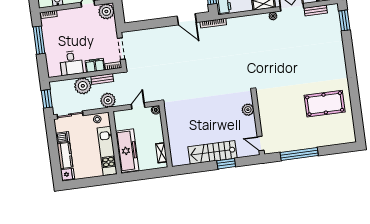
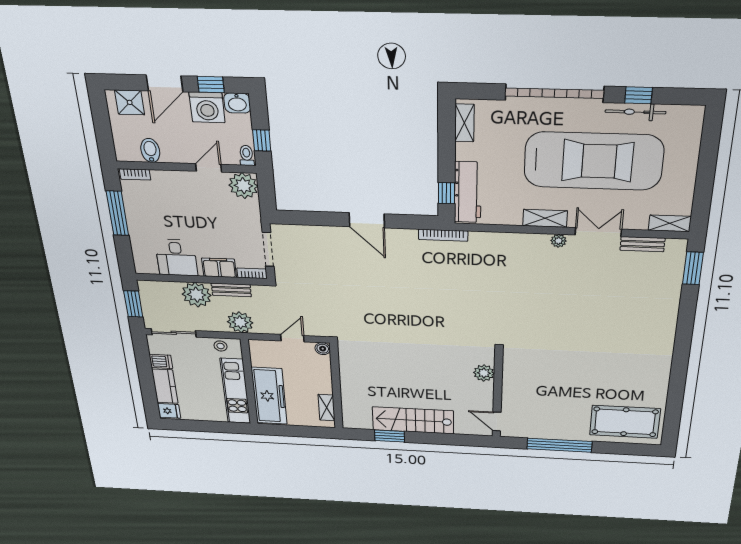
door: (187, 19) -> (367, 220), moved
pool table: (325, 104) -> (625, 422), moved
window: (226, 164) -> (390, 436), moved

